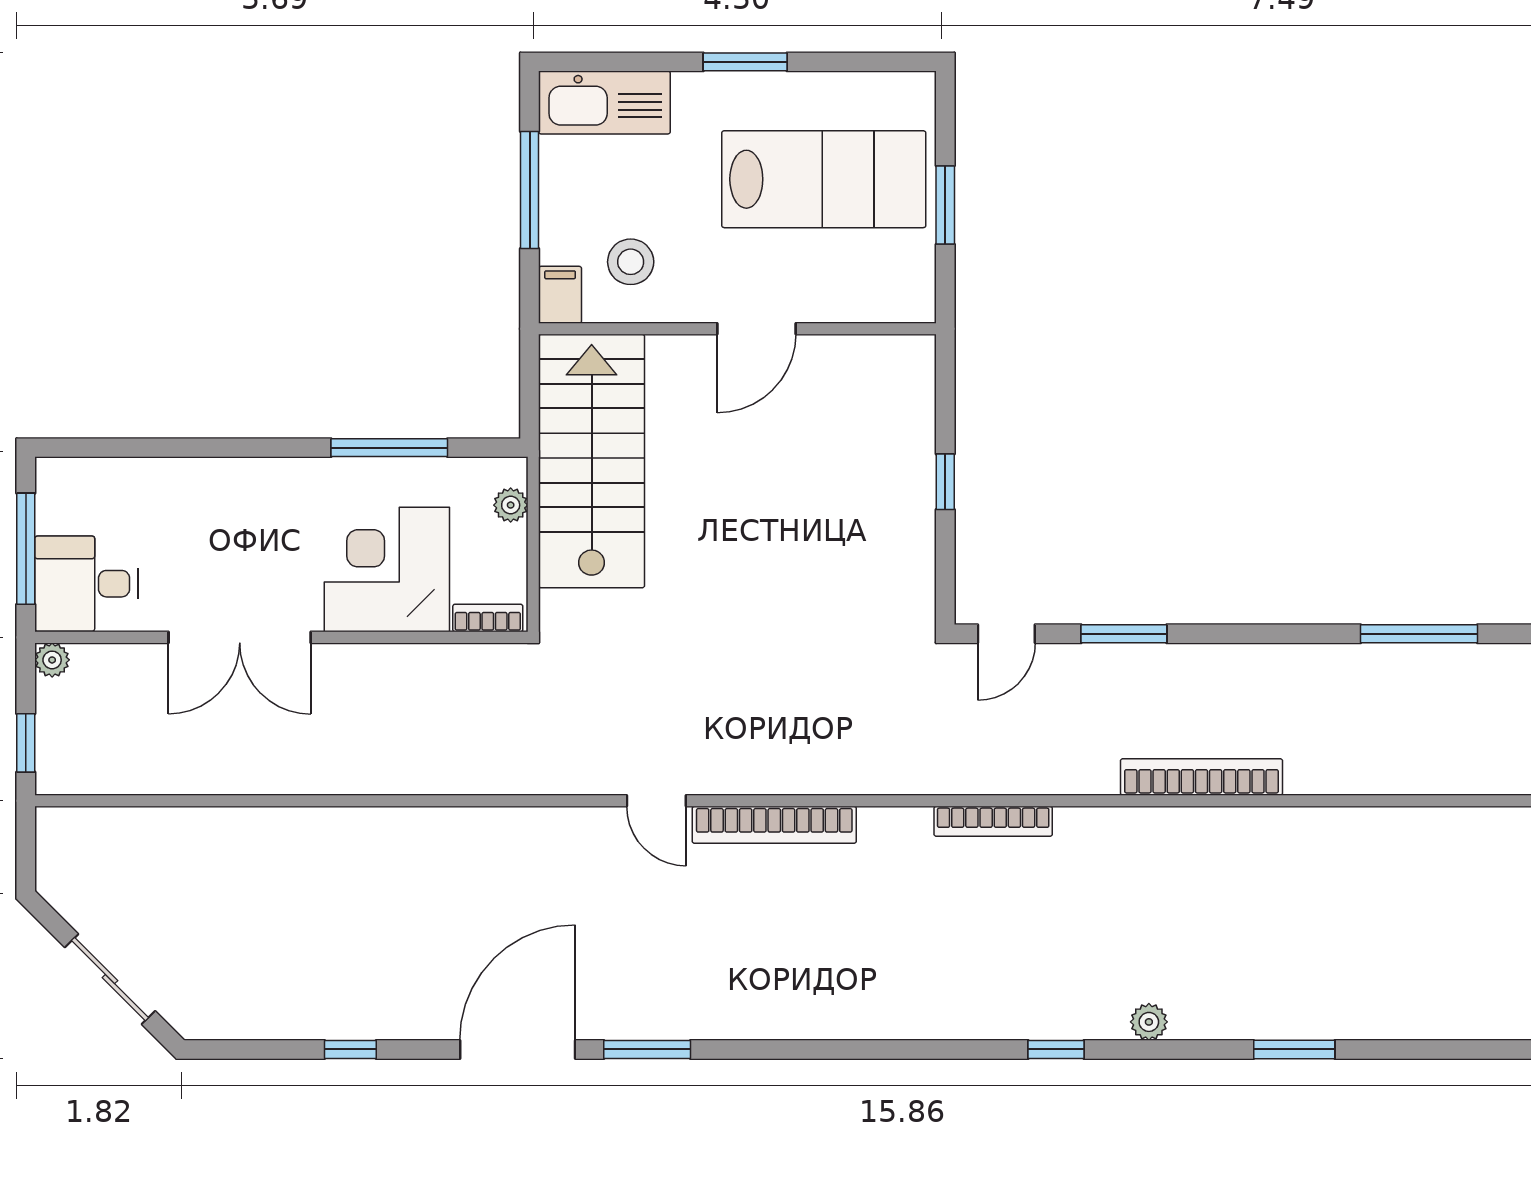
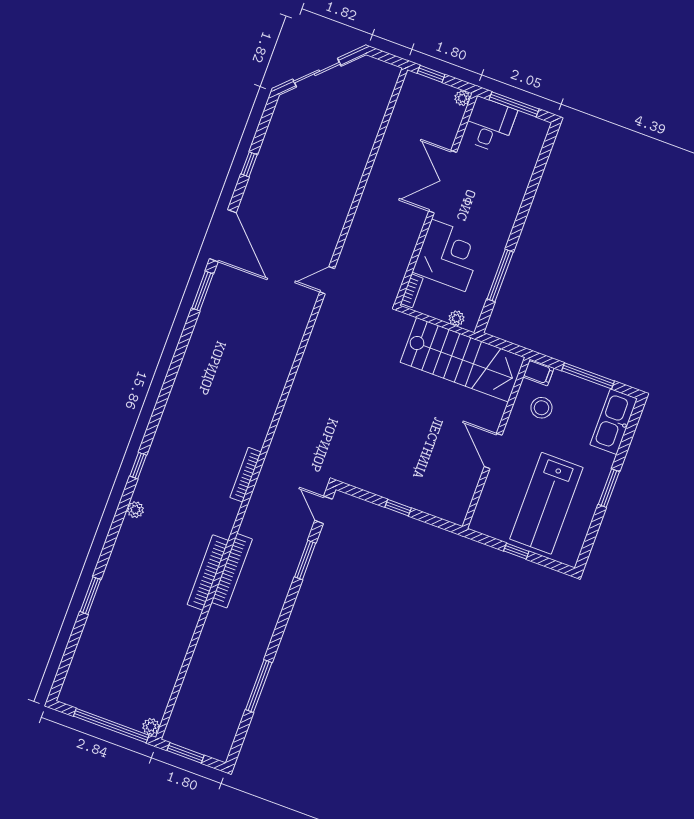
window: (945, 205) -> (516, 551), width x0.67
door: (656, 801) -> (327, 280), moved
bookcase: (774, 825) -> (208, 572), moved
window: (1294, 1049) -> (90, 596), moved

